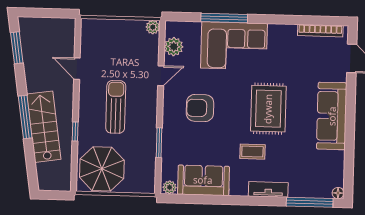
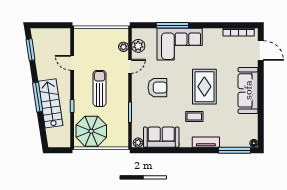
plant: (153, 27) -> (123, 47), moved
armchair: (200, 108) -> (157, 88), turned 180

